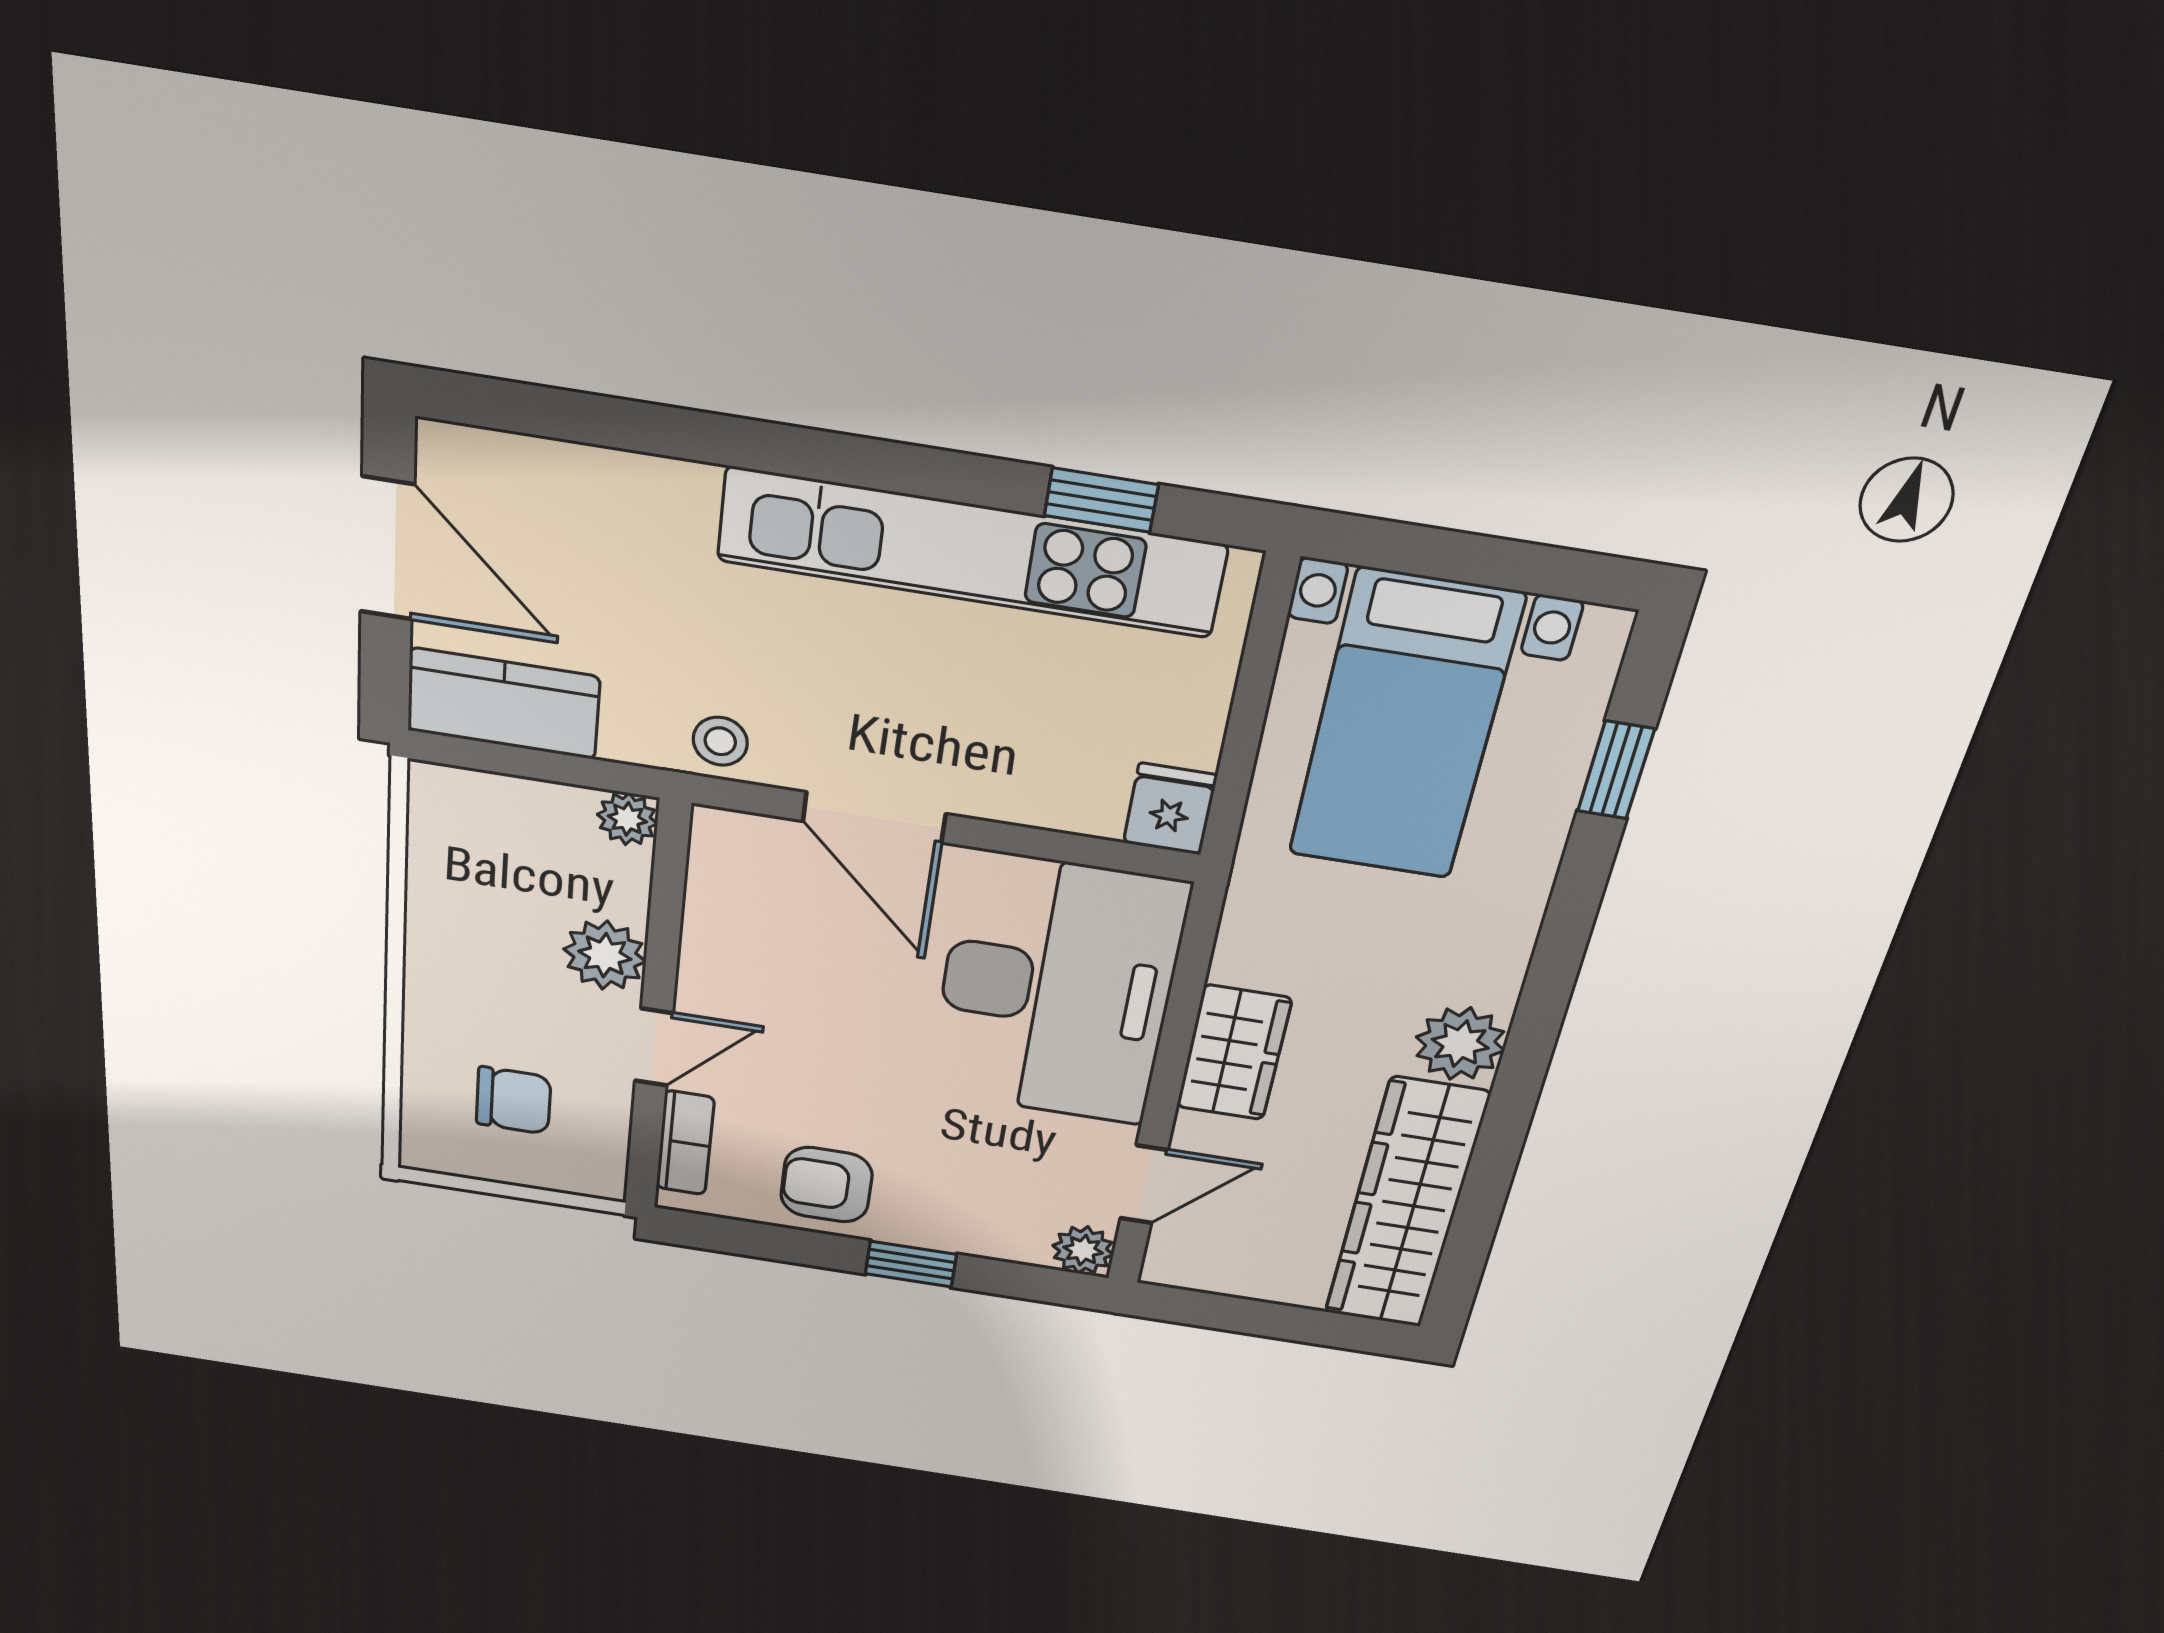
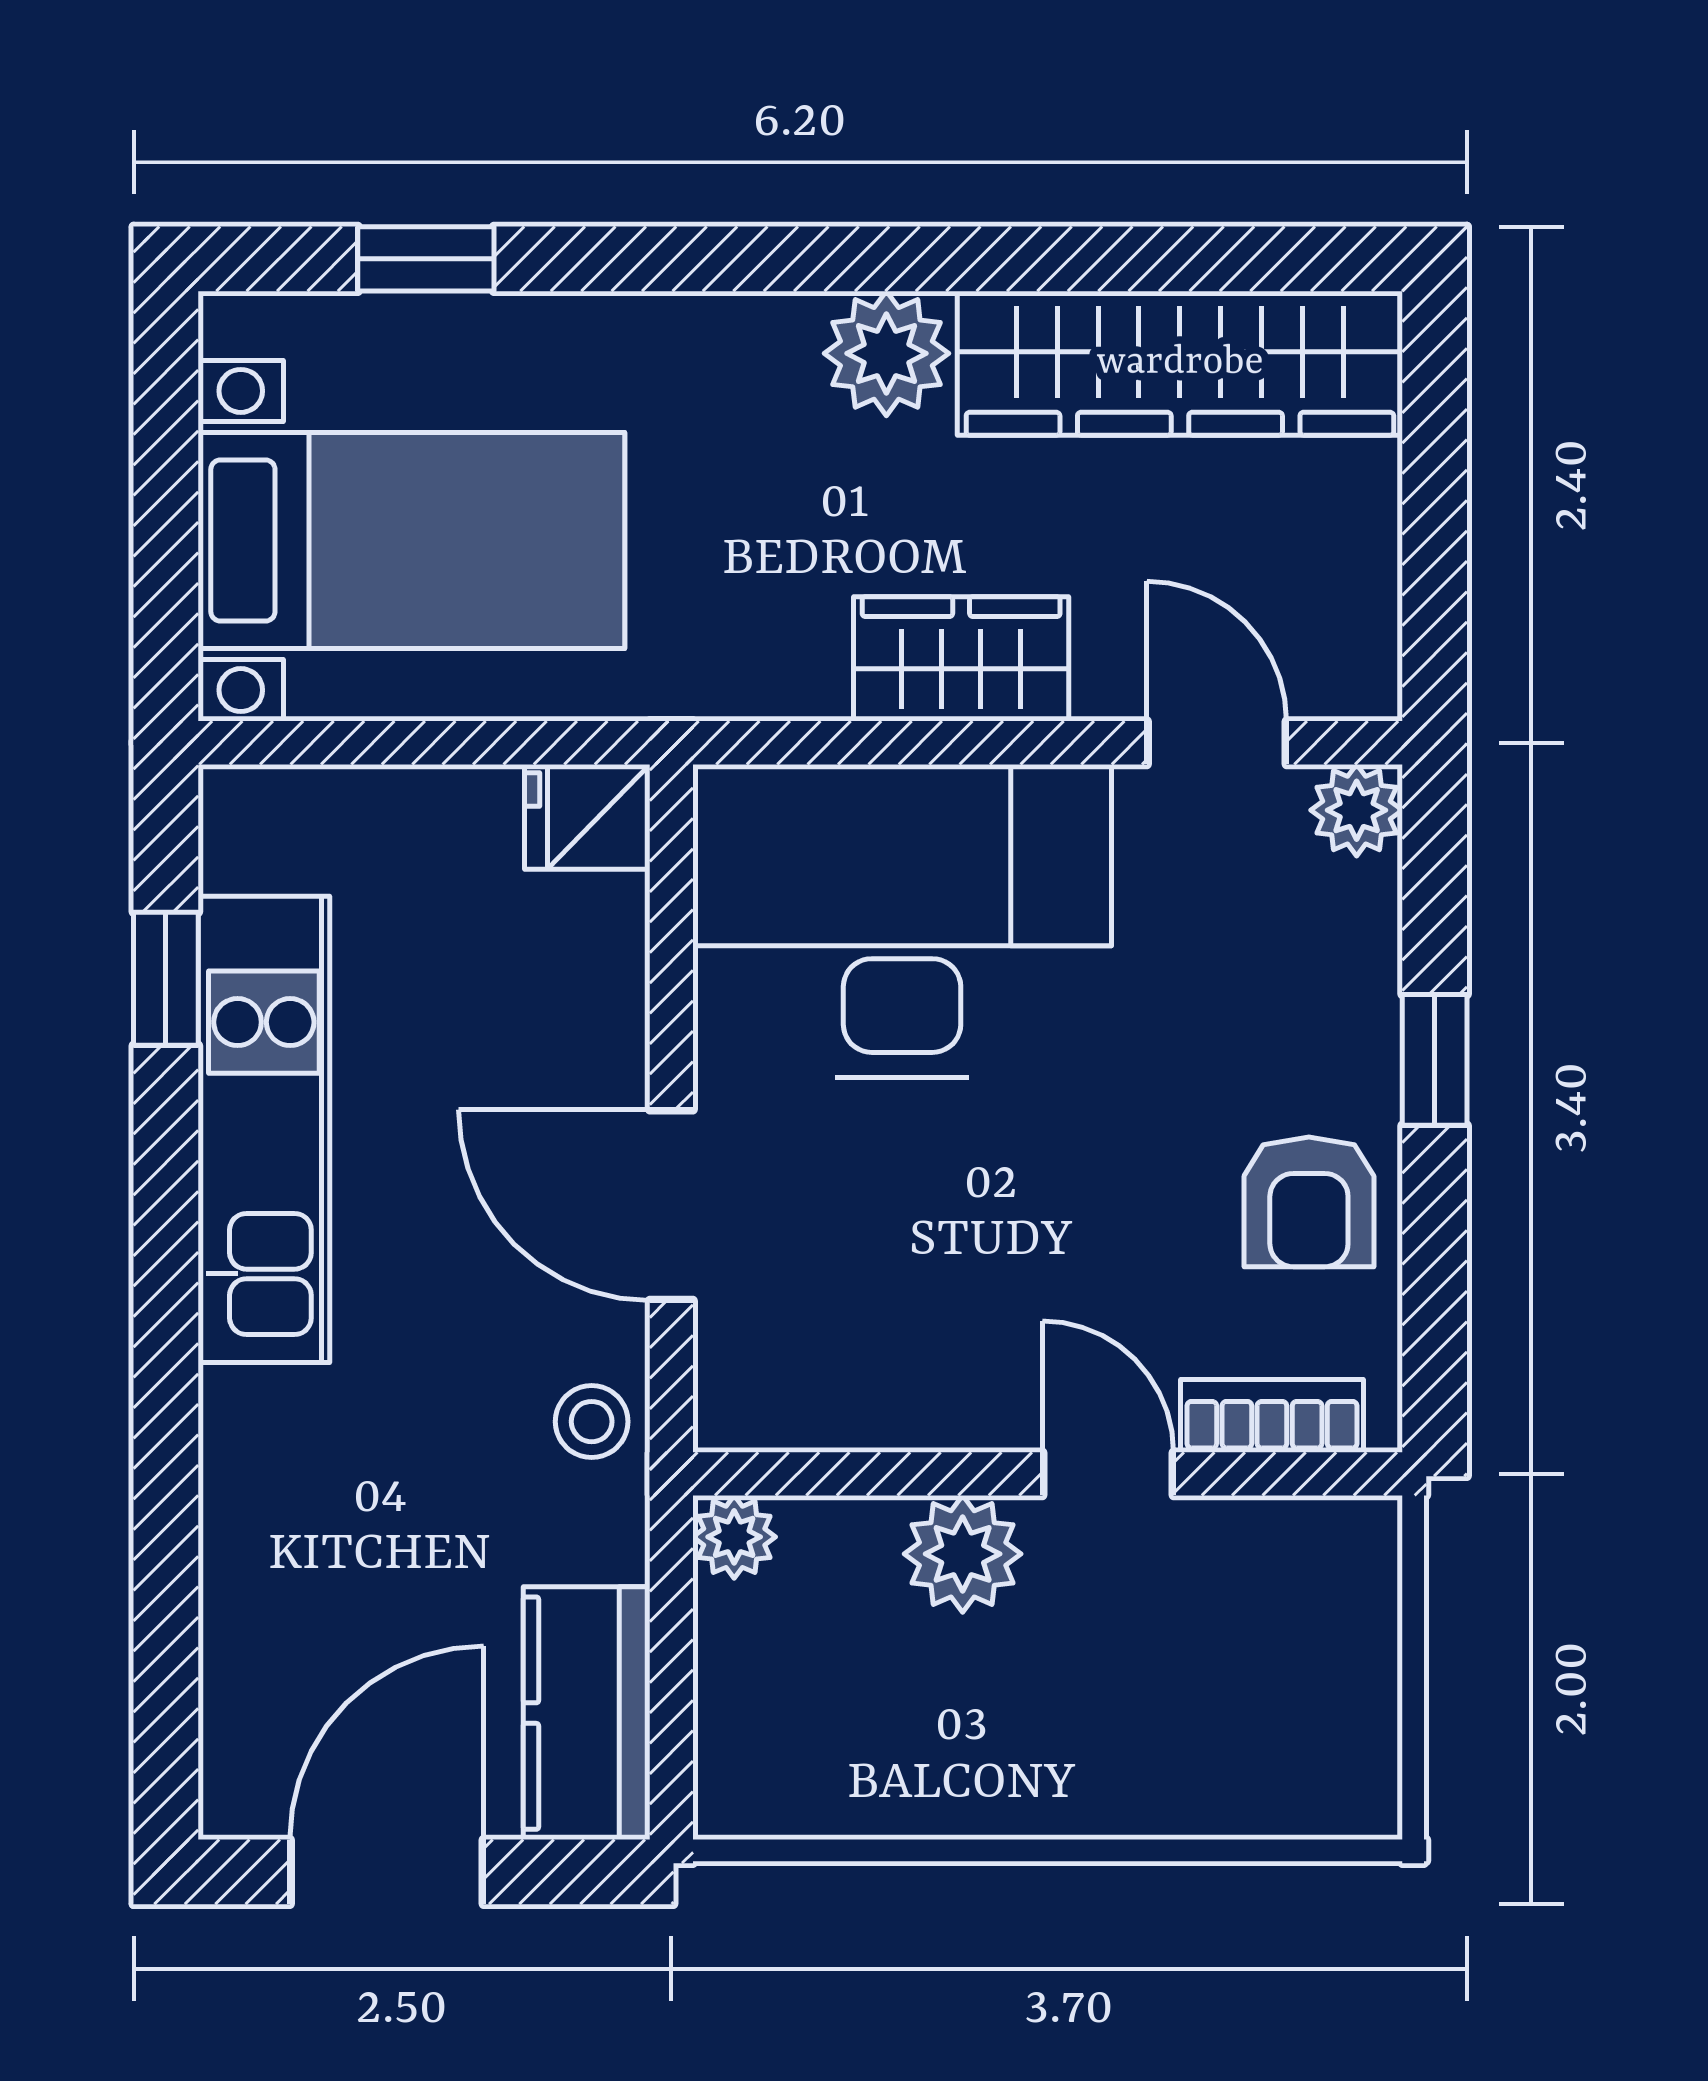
kitchen unit: (971, 552) -> (264, 1129), width x0.73
door: (874, 817) -> (671, 1205), swing flipped
chair: (514, 1100) -> (1243, 1672), removed

